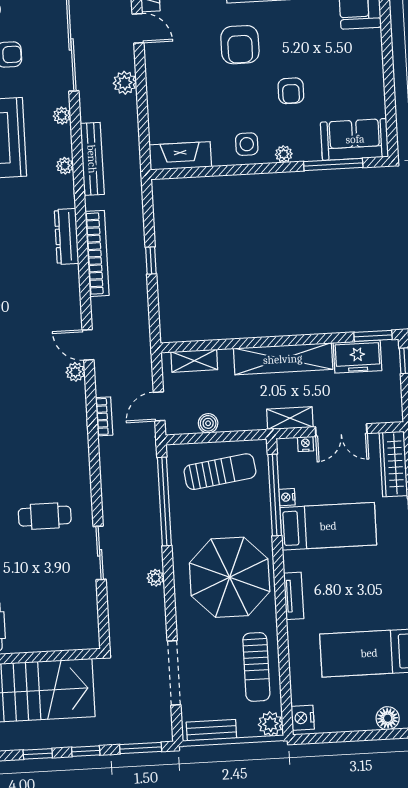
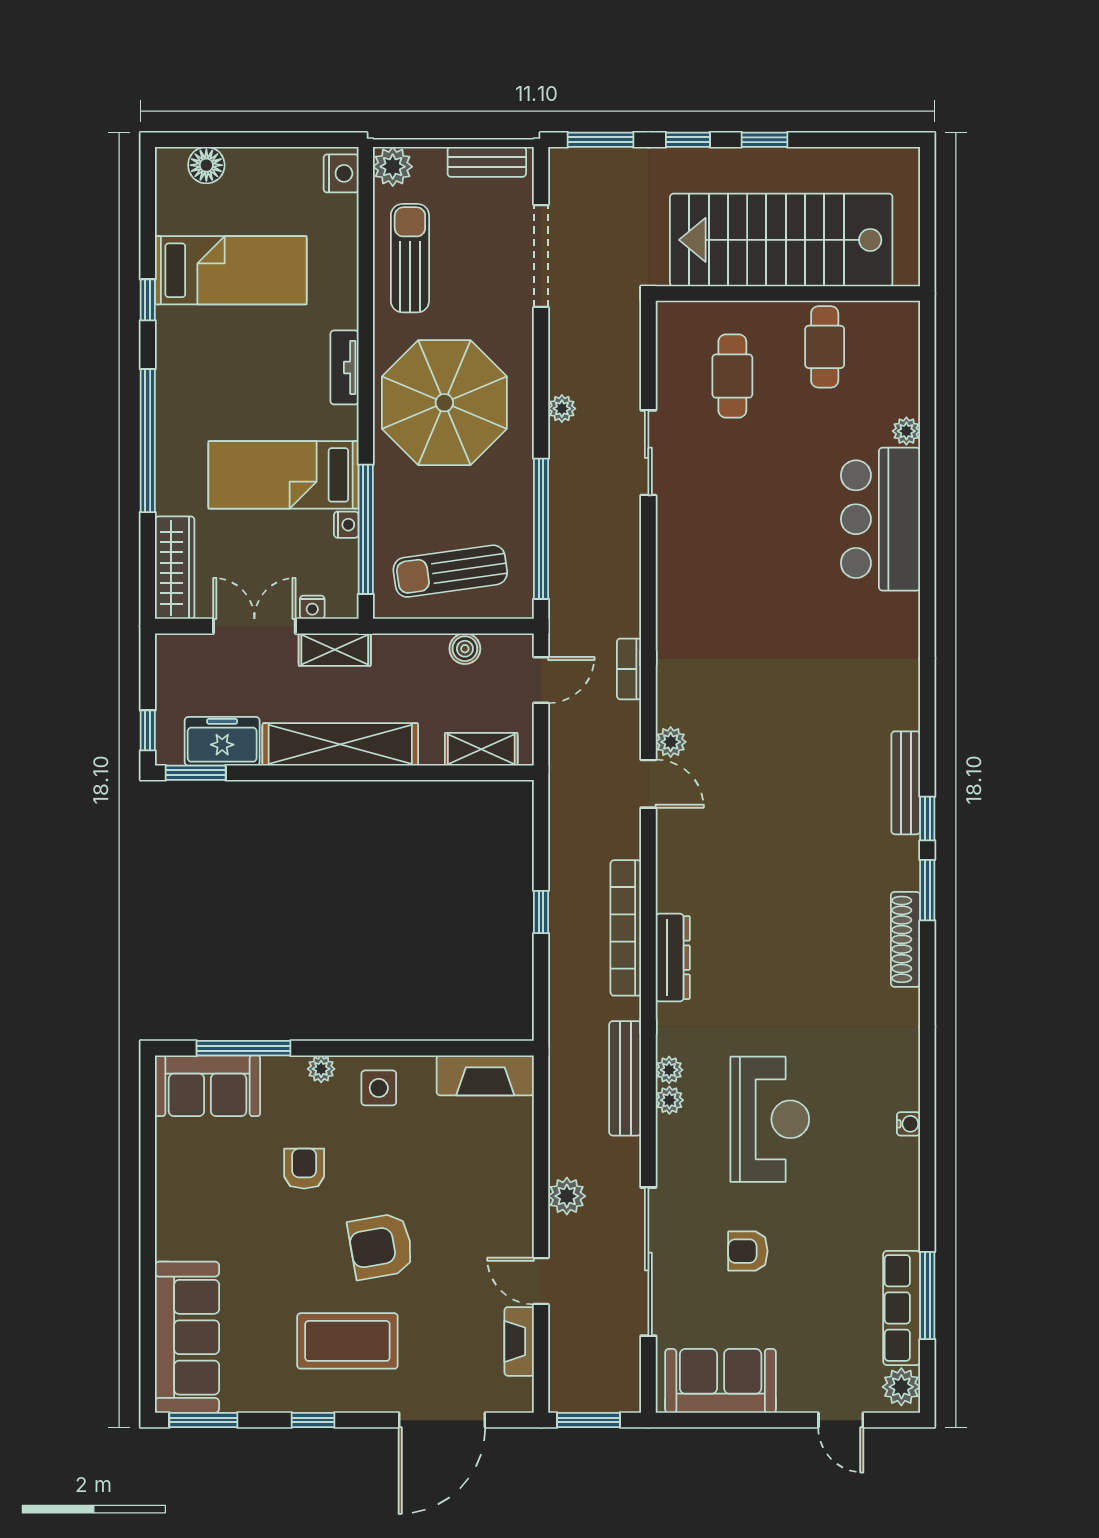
armchair: (240, 45) -> (381, 1246), turned -100
plant: (62, 116) -> (669, 1100), moved
cafe table: (45, 516) -> (732, 376), moved, turned 90

